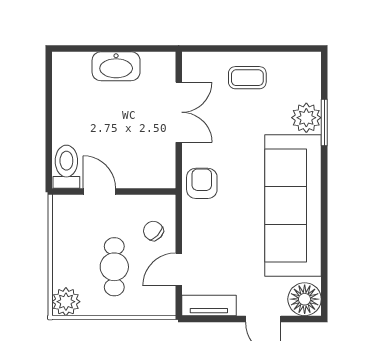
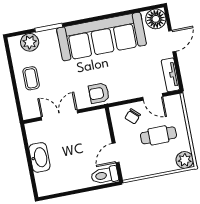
plant: (306, 118) -> (30, 42), moved

